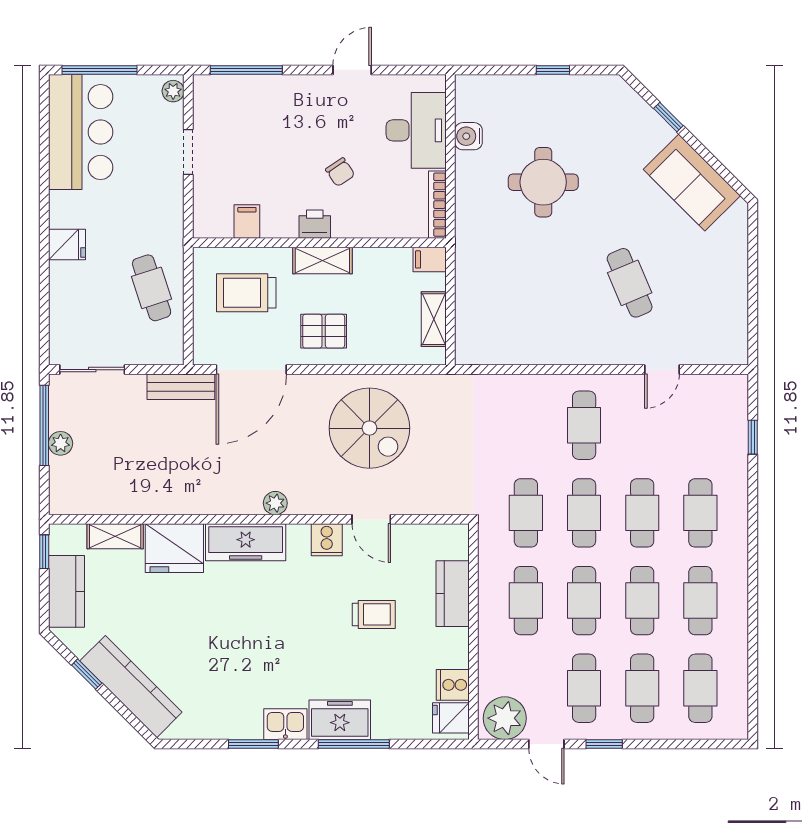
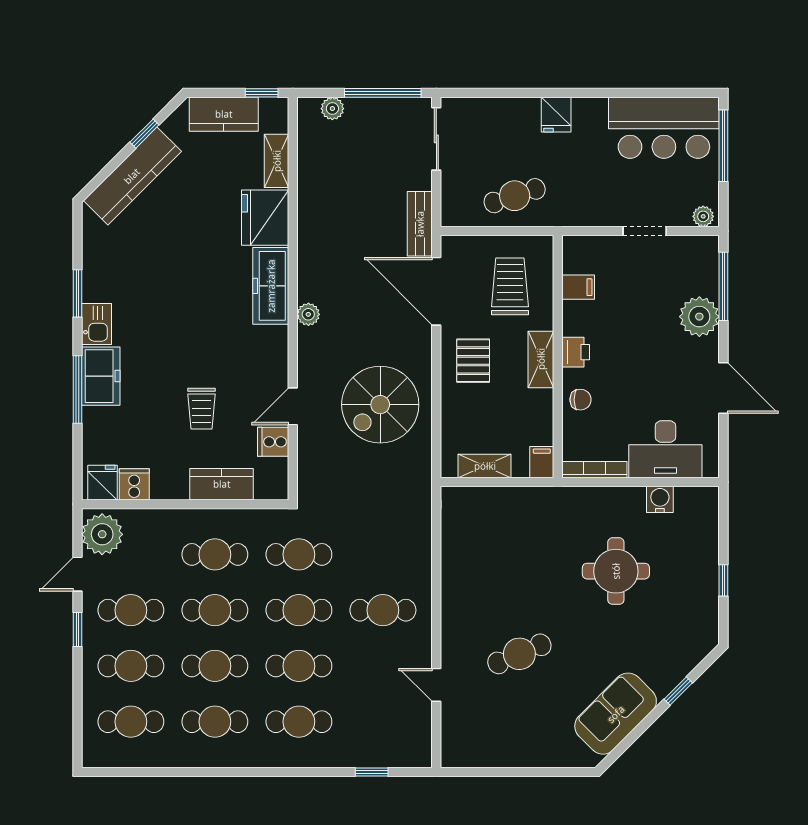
door: (352, 70) -> (723, 388), width x1.38
plant: (278, 95) -> (699, 317), added
chair: (340, 172) -> (580, 400), moved, turned -146
plant: (61, 443) -> (332, 109), moved
cooker: (327, 540) -> (273, 442), moved

